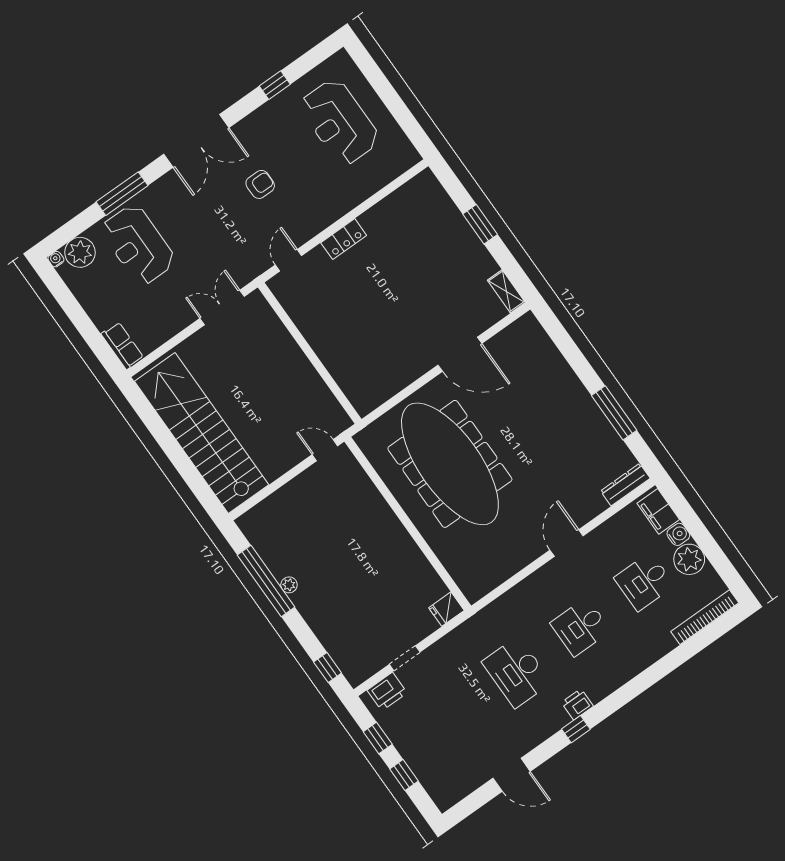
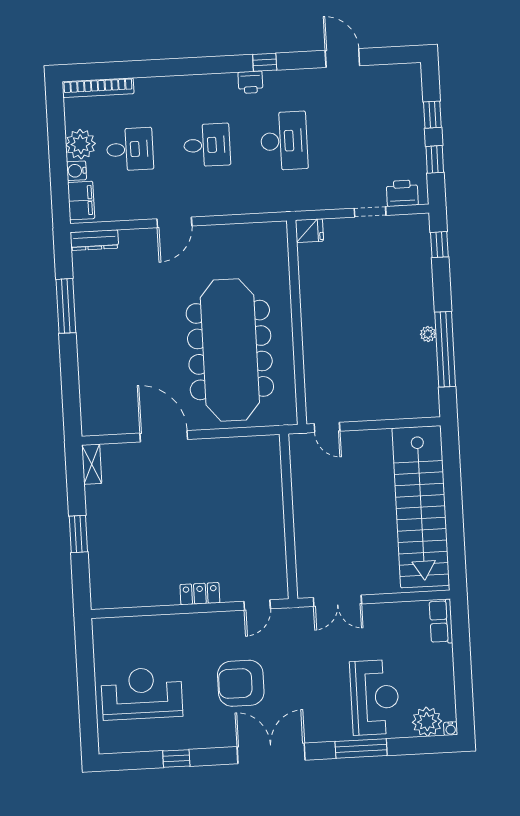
reception desk: (339, 122) -> (142, 694), turned -90
armchair: (260, 184) -> (241, 683), width x1.88, depth x1.88

